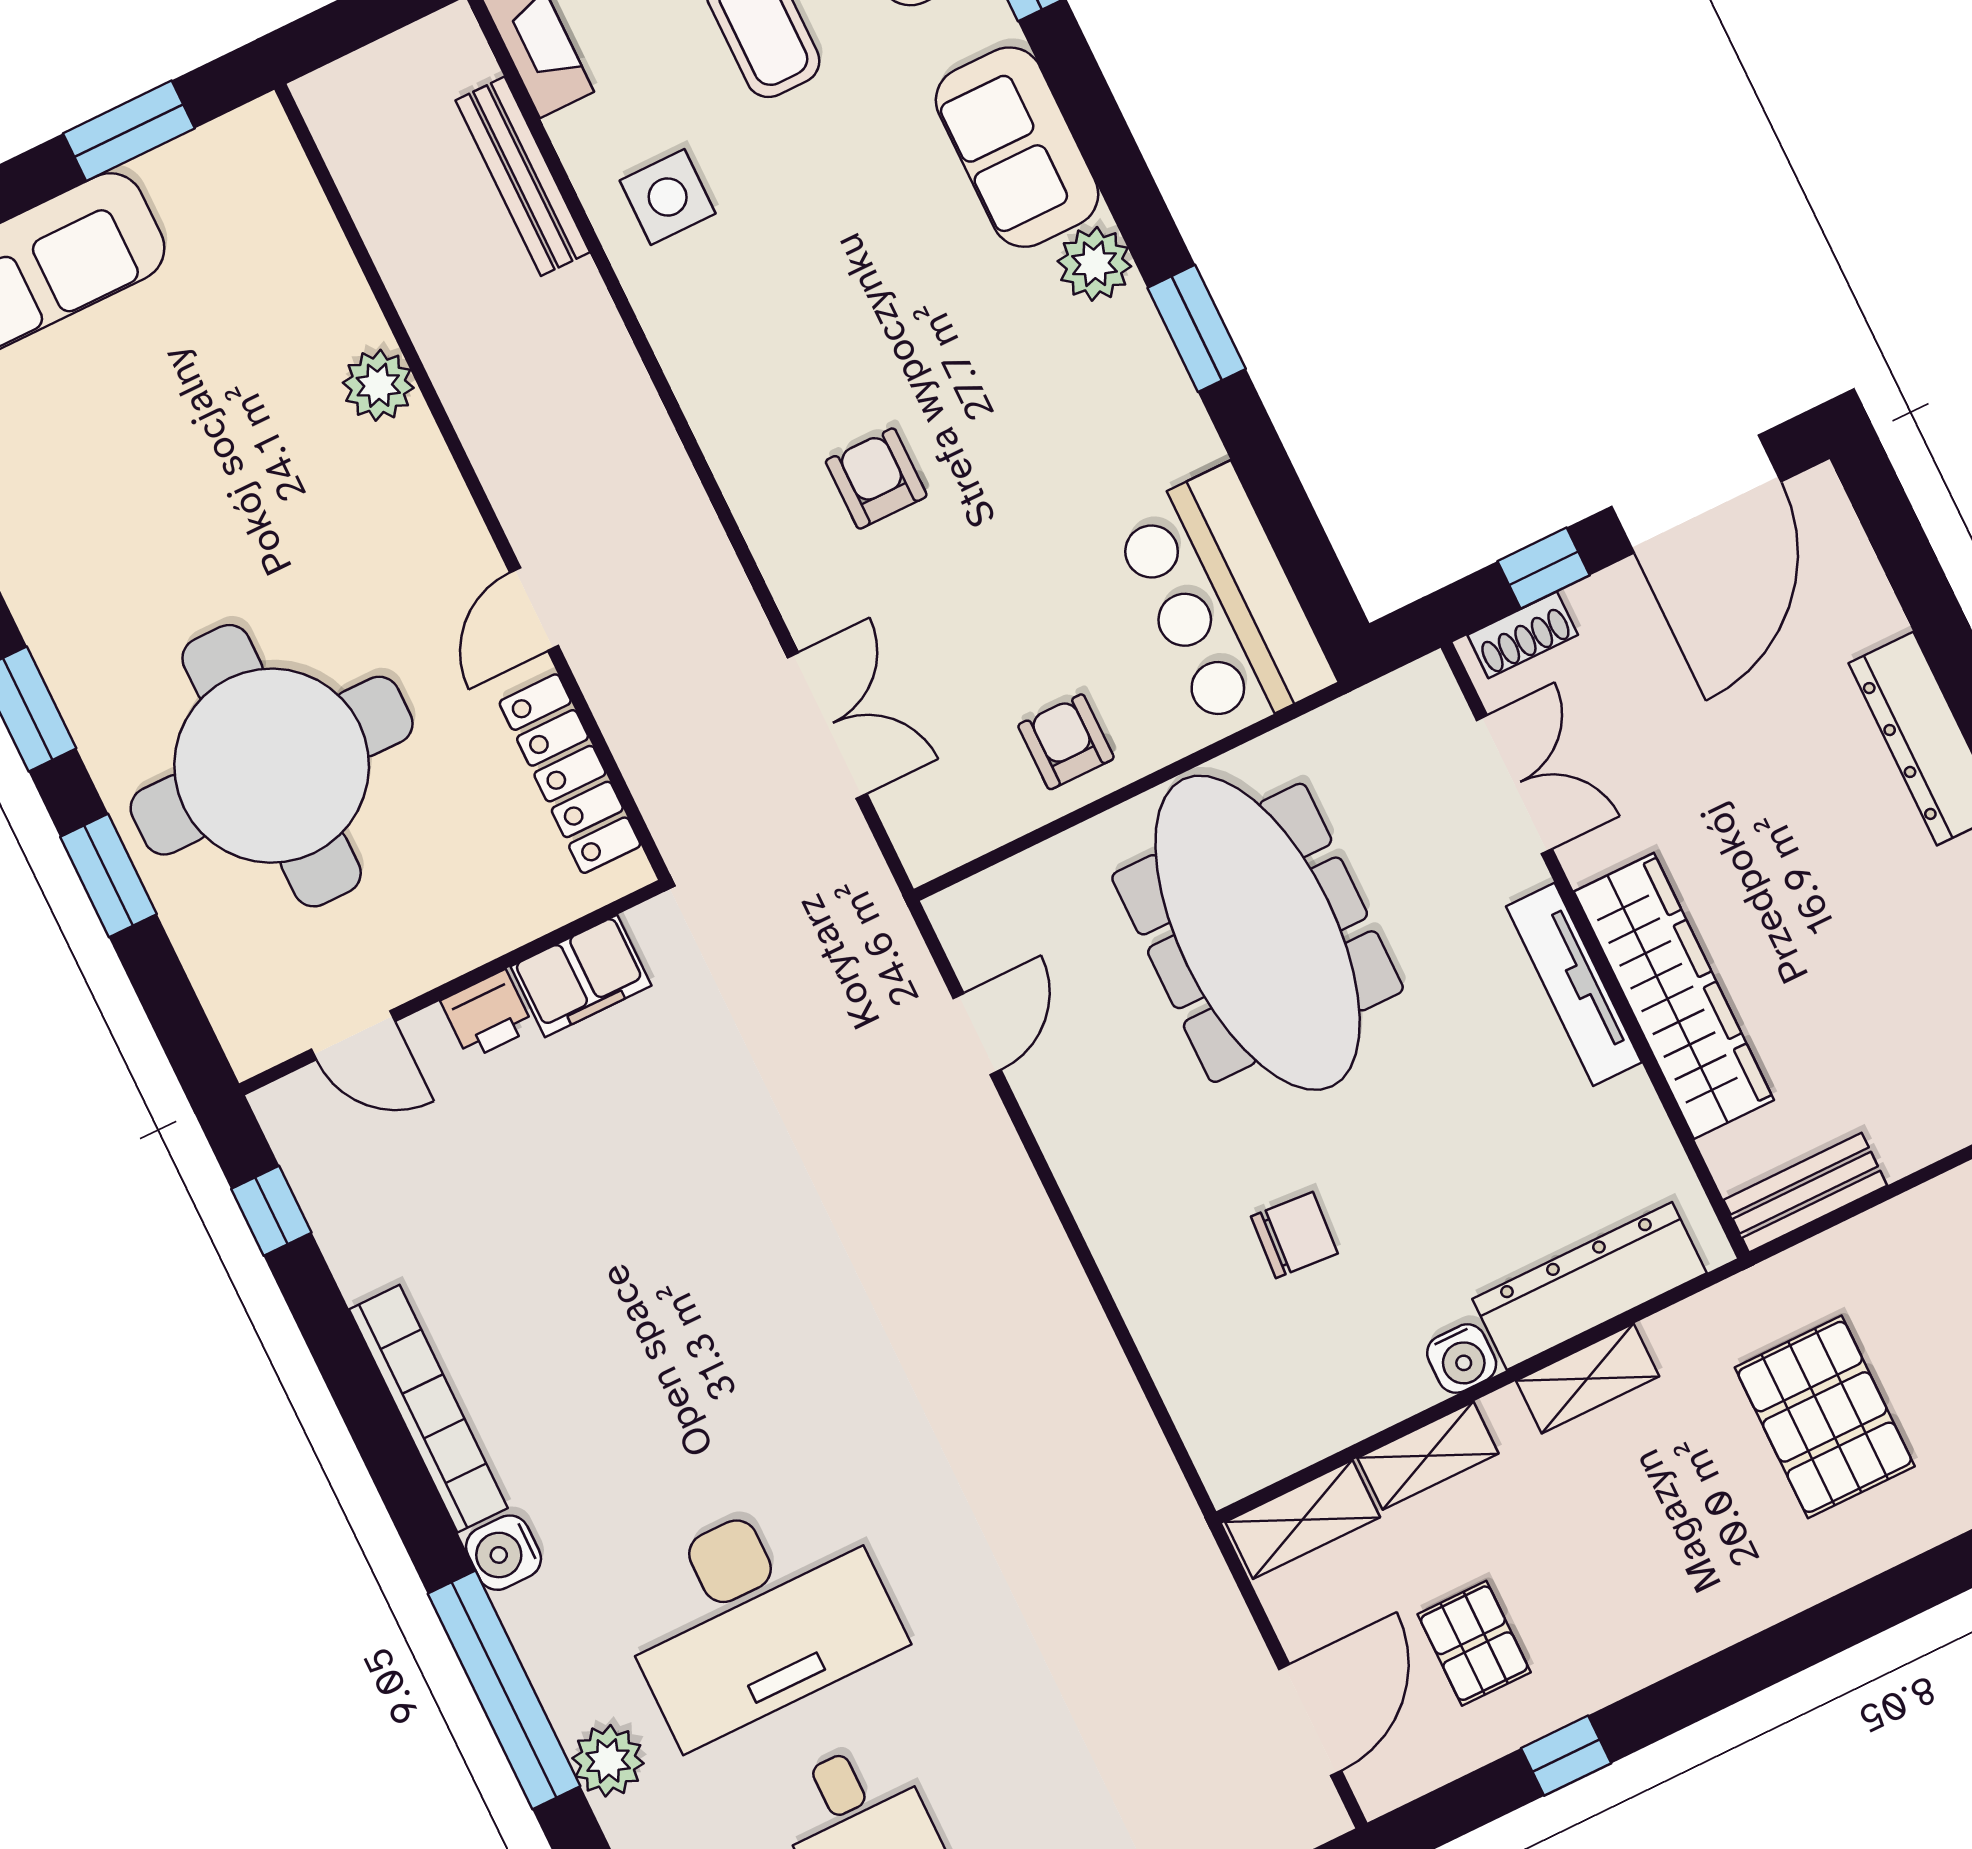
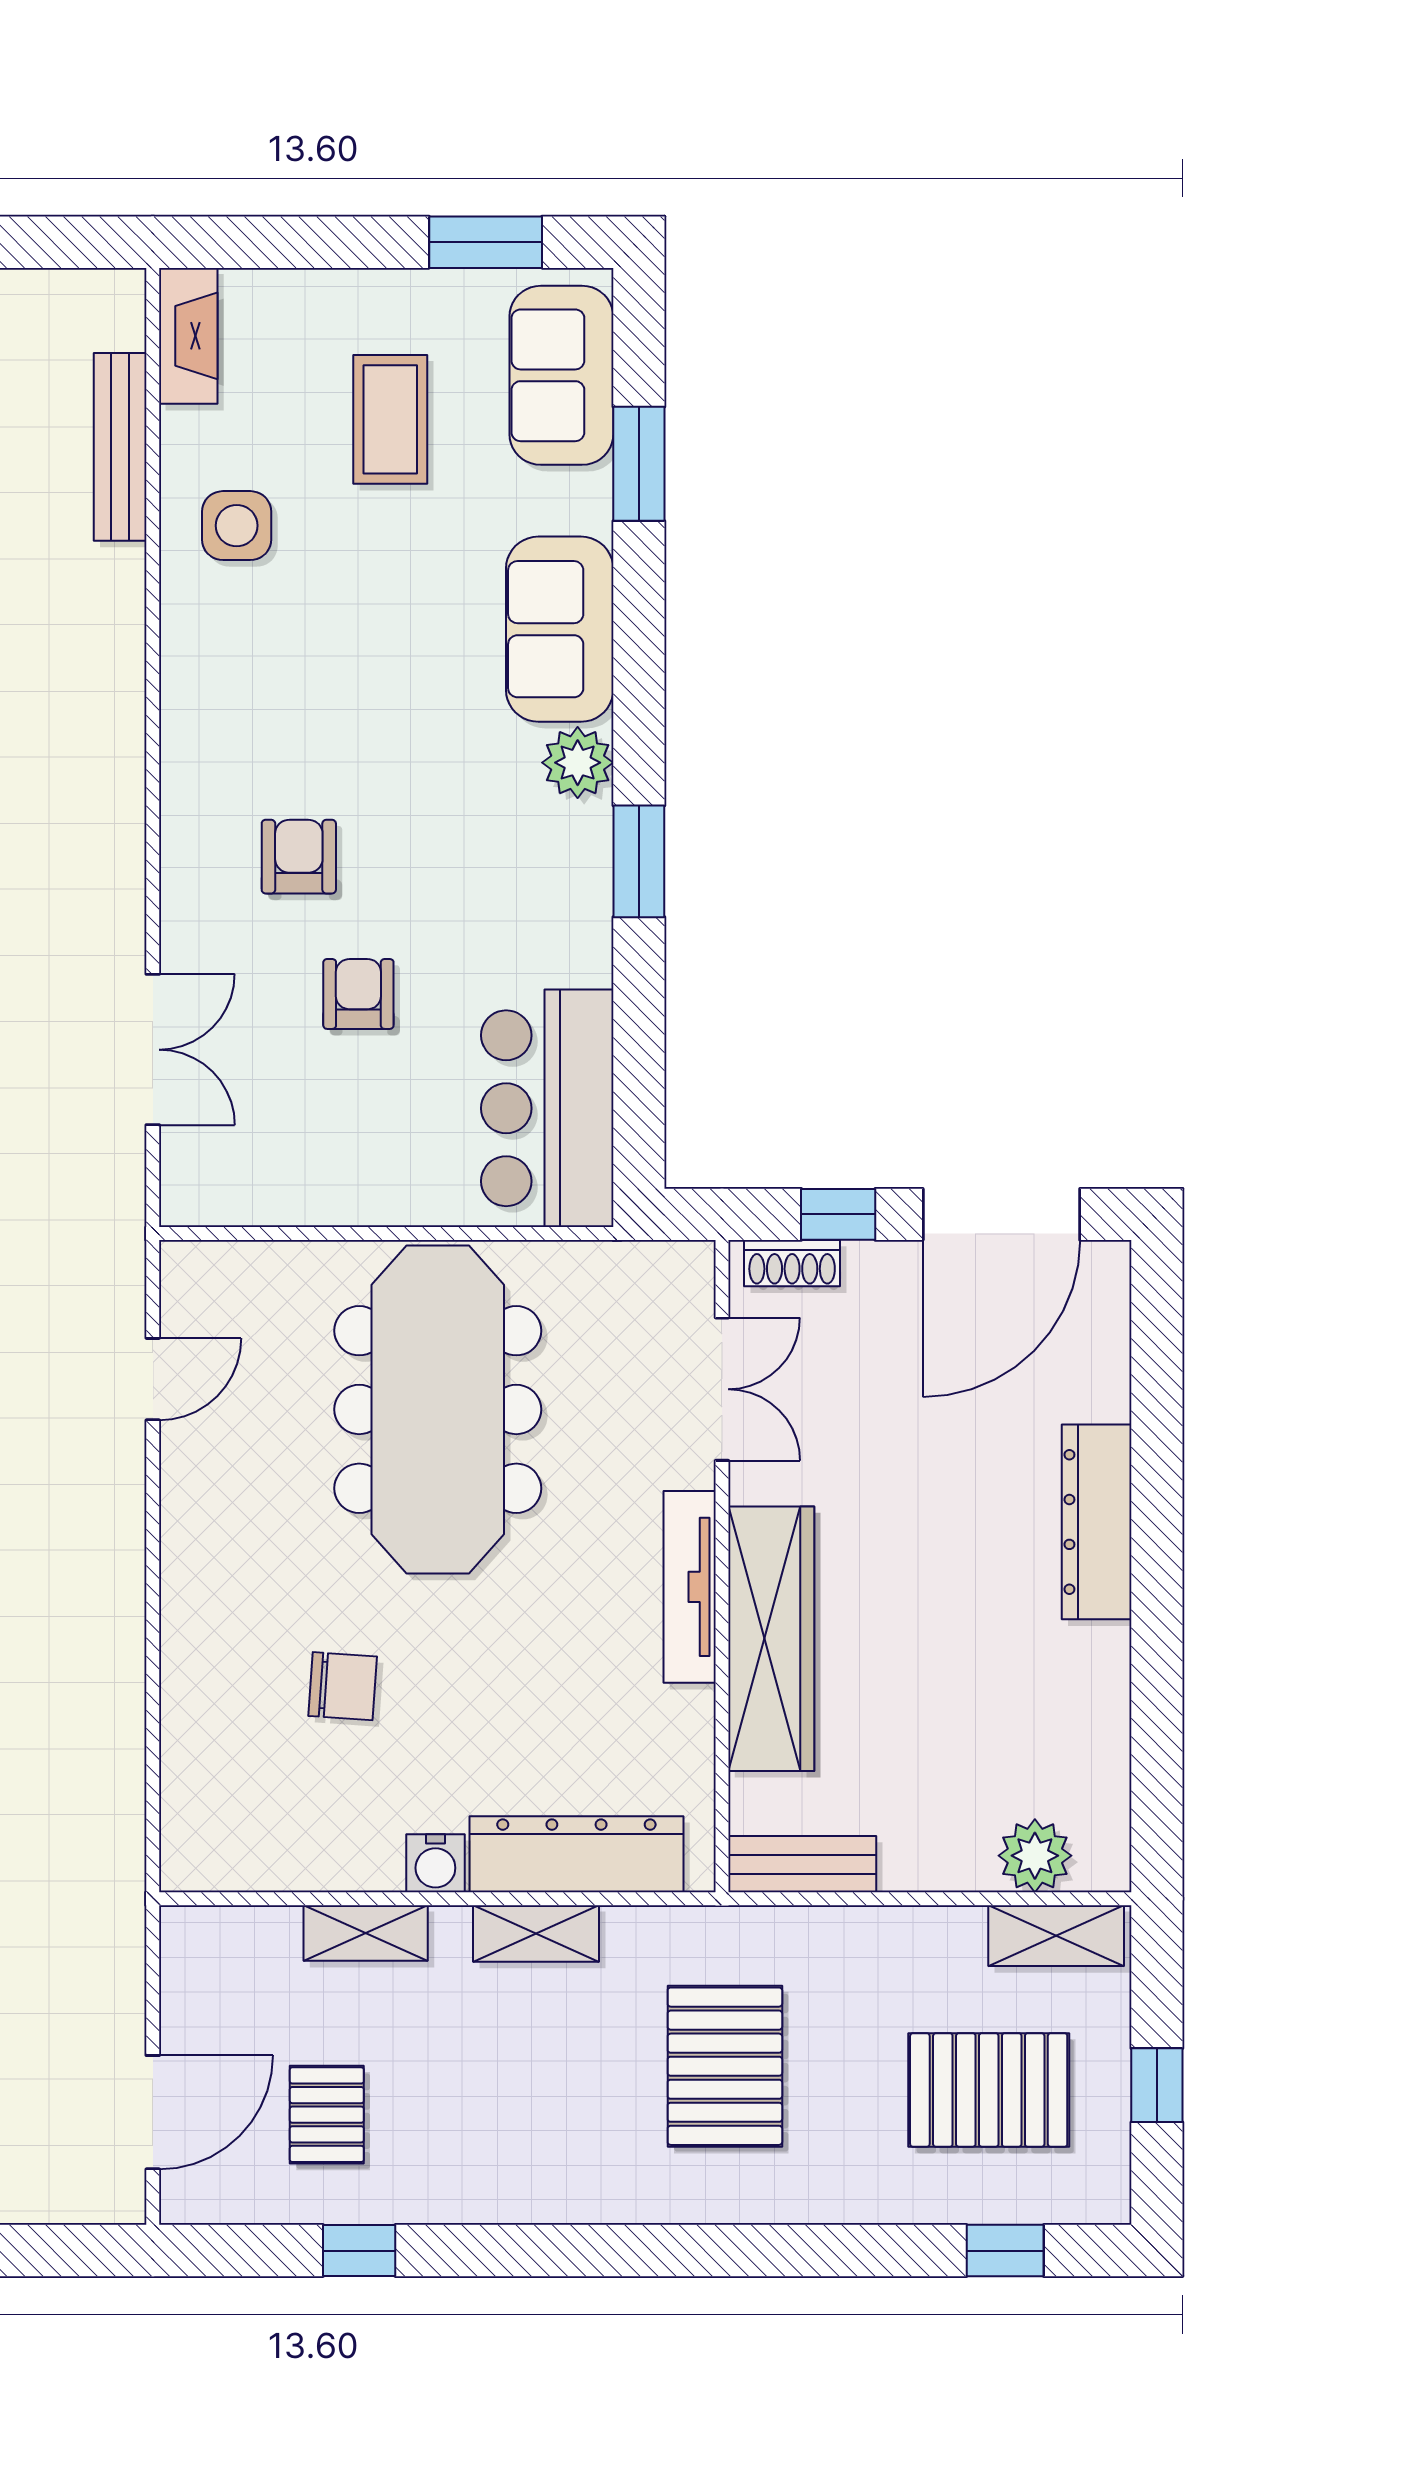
armchair: (1066, 742) -> (358, 994), moved
shelving: (1303, 1520) -> (230, 1936), removed

